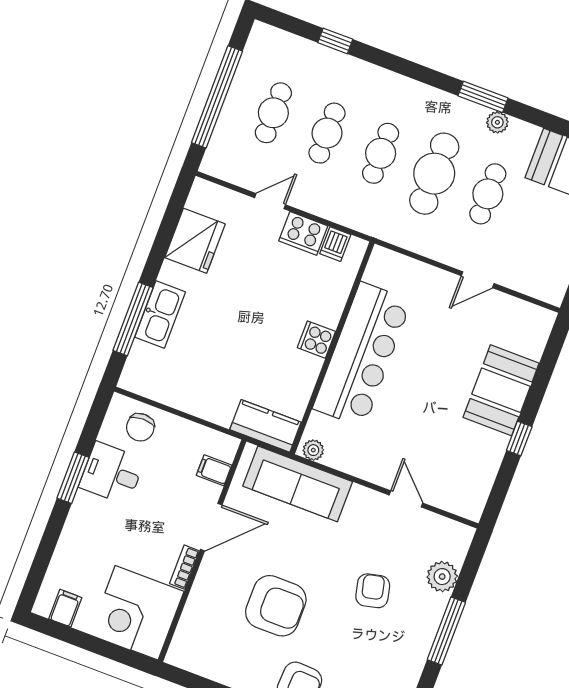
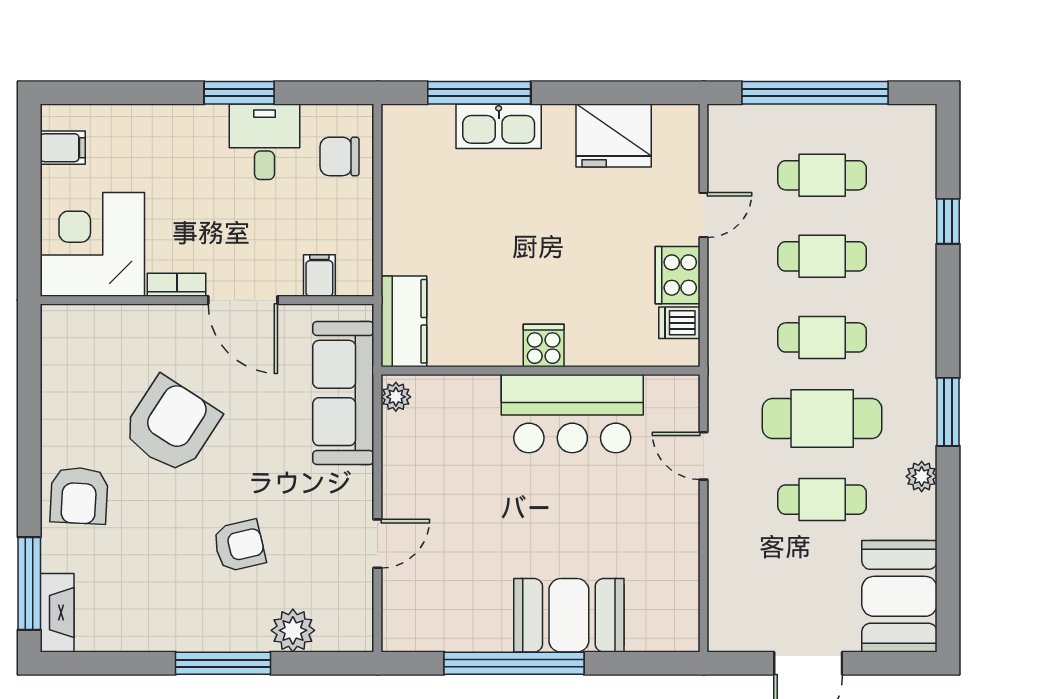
window: (483, 97) -> (948, 412), moved
door: (270, 201) -> (704, 215), hinge flipped
door: (478, 280) -> (704, 456), moved
bar counter: (362, 355) -> (572, 414), width x0.73
window: (519, 439) -> (514, 663), width x3.17
armchair: (276, 606) -> (171, 425), turned -147

